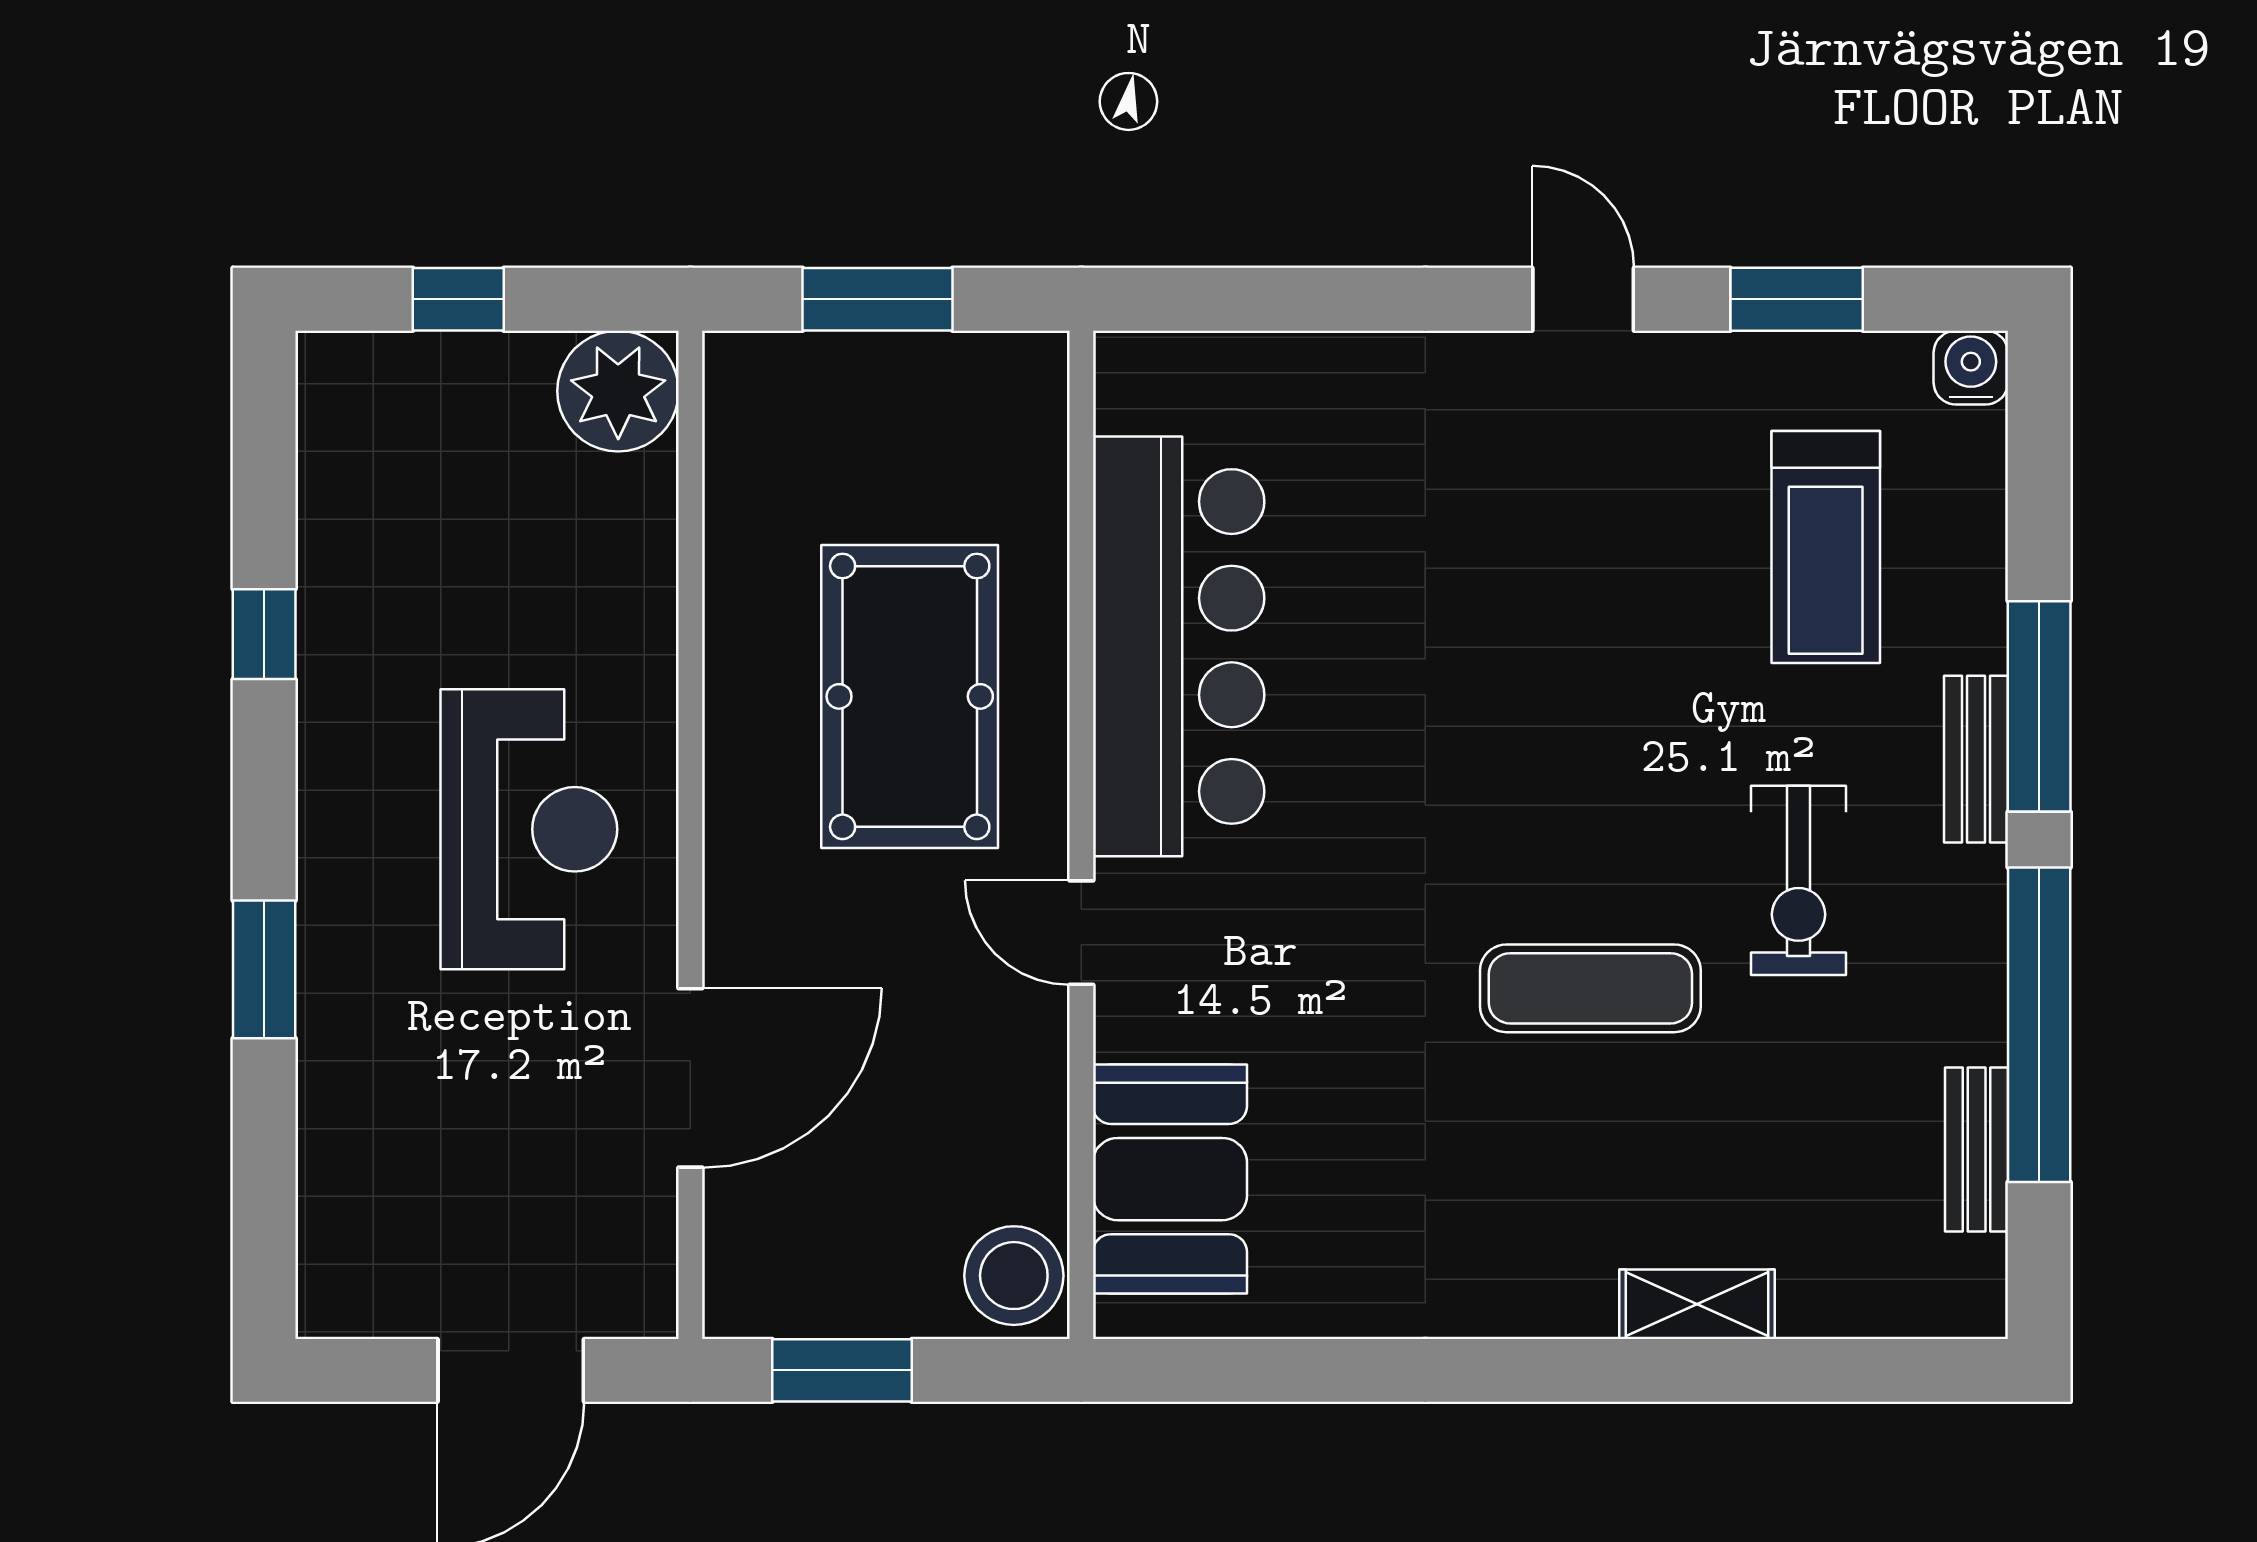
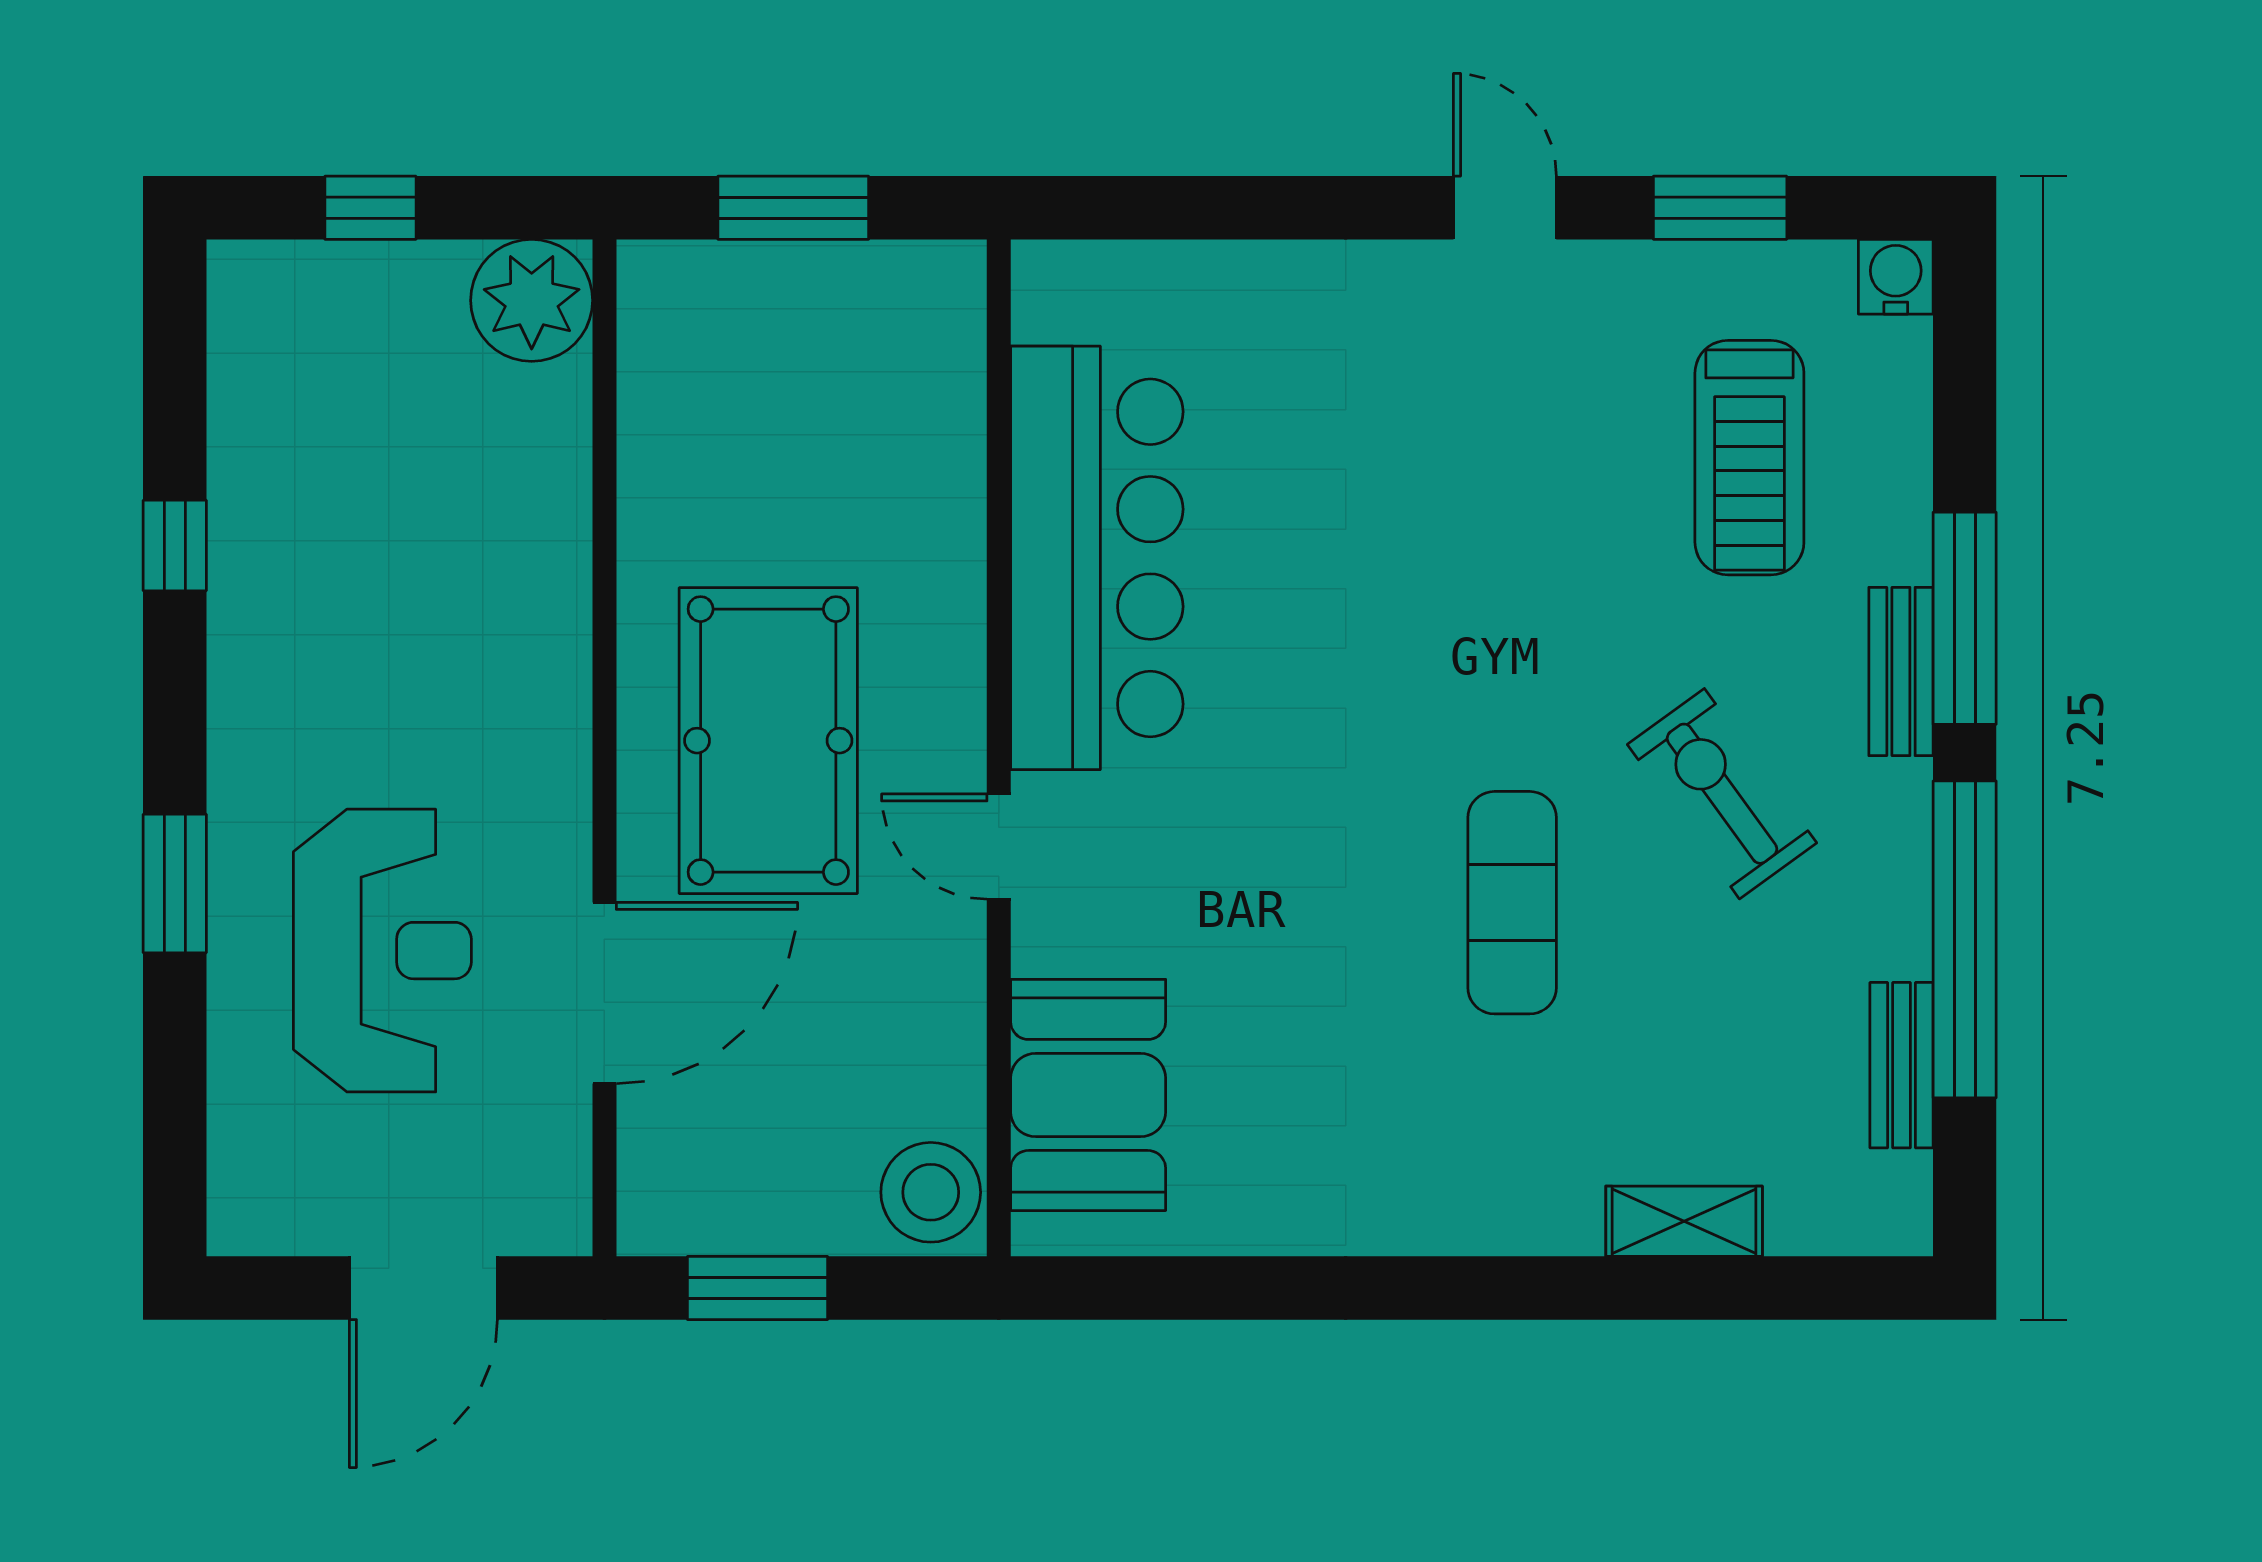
pool table: (910, 696) -> (768, 741), moved
reception desk: (529, 829) -> (382, 951), moved
exercise bike: (1799, 880) -> (1722, 794), turned 144
exercise mat: (1590, 988) -> (1512, 903), turned 90
shelving: (1697, 1304) -> (1684, 1221), moved

